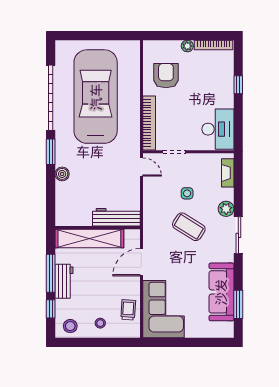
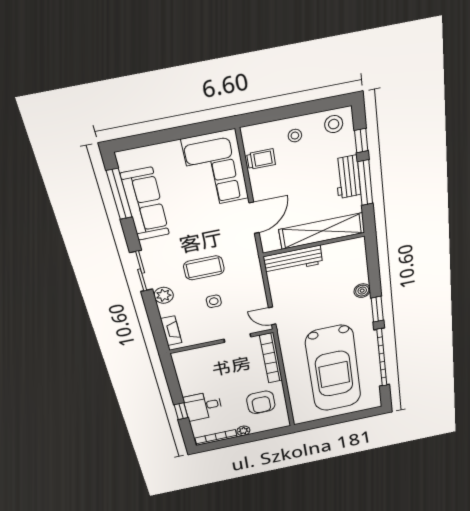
desk: (218, 129) -> (203, 406), moved, width x0.73
coffee table: (189, 227) -> (204, 268), turned -32
window: (238, 304) -> (119, 194), width x1.44
trolley: (128, 310) -> (261, 159), turned -94

